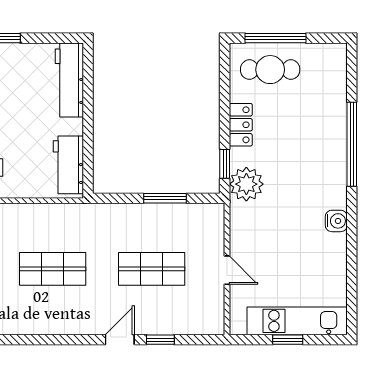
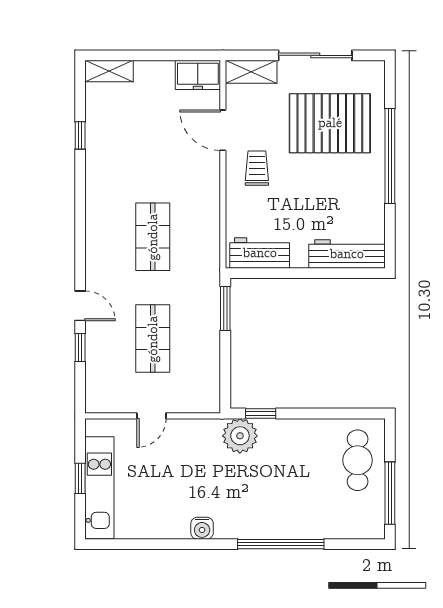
window: (276, 38) -> (390, 493), moved
locker: (241, 125) -> (301, 430), removed
window: (165, 198) -> (225, 308), moved

